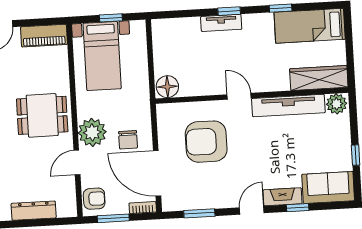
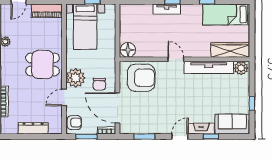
armchair: (206, 142) -> (141, 78), moved, turned 180

